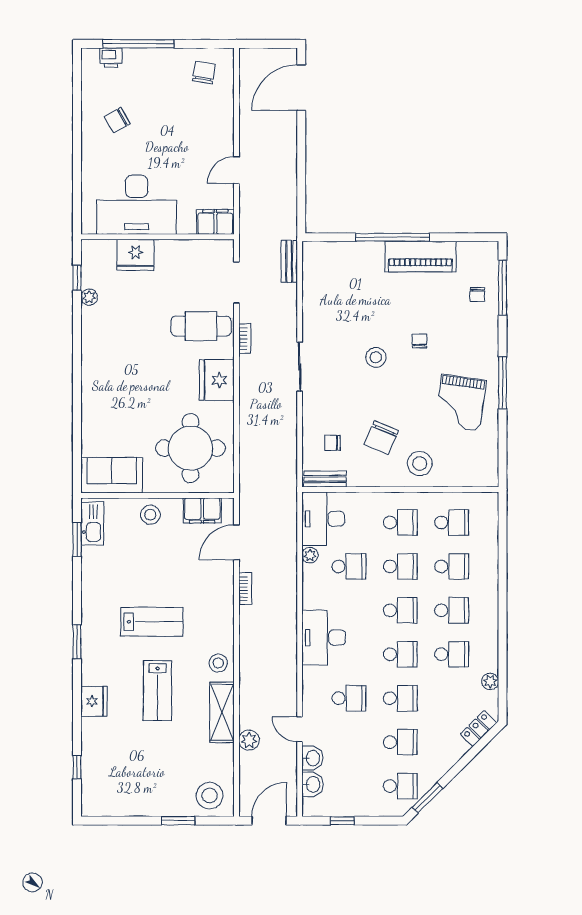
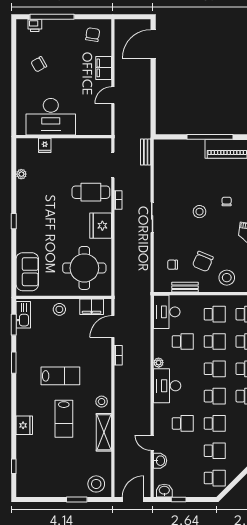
filing cabinet: (215, 222) -> (104, 68), moved, turned -90
fridge: (136, 255) -> (45, 145), width x0.53, depth x0.75
window: (77, 278) -> (14, 221), moved
sofa: (112, 475) -> (27, 272), moved, turned 90
bench: (325, 479) -> (185, 287), moved
plant: (310, 555) -> (159, 363), moved
window: (77, 642) -> (14, 363), moved
plant: (249, 740) -> (121, 450), removed
washbasin: (313, 784) -> (164, 491), moved, turned -90
window: (428, 798) -> (232, 485), removed

